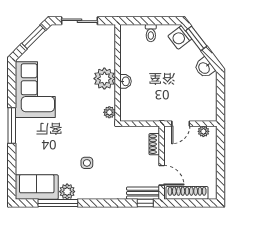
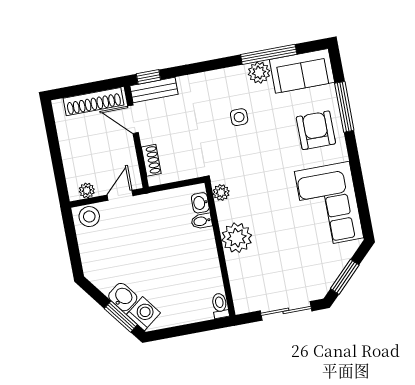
toilet: (151, 33) -> (220, 306), moved
washbasin: (204, 68) -> (123, 297), moved
washbasin: (125, 81) -> (200, 203), moved
bidet: (127, 95) -> (202, 221), added
stool: (205, 113) -> (89, 217), added
window: (12, 126) -> (344, 107), moved
armchair: (35, 144) -> (316, 130), added

